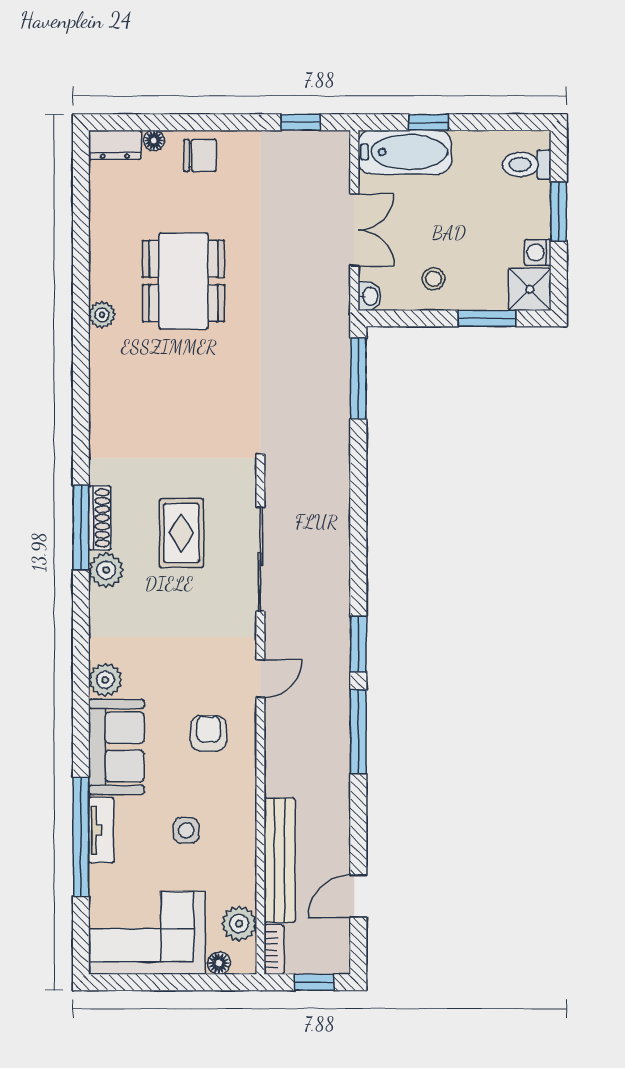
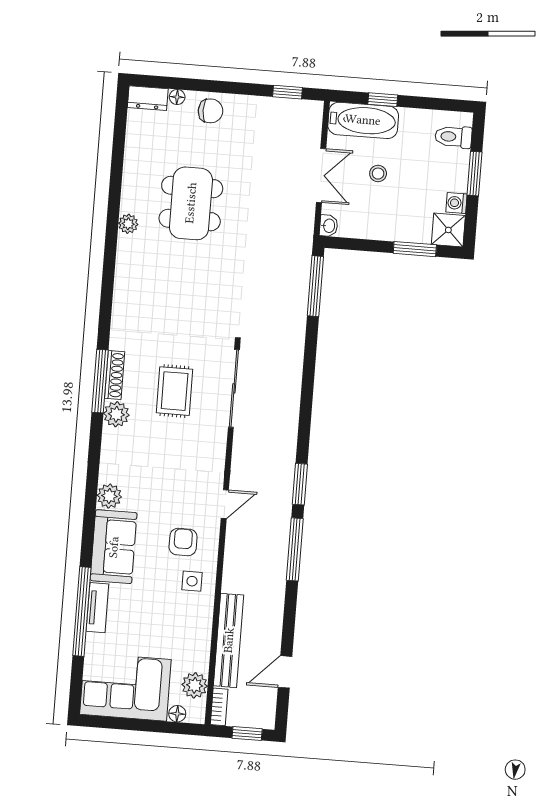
stool: (433, 279) -> (378, 174), moved
sliding door: (260, 559) -> (234, 388), moved
side table: (186, 830) -> (192, 581), moved

